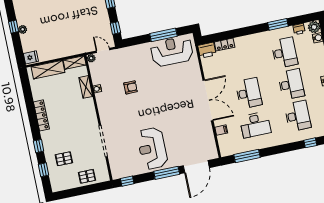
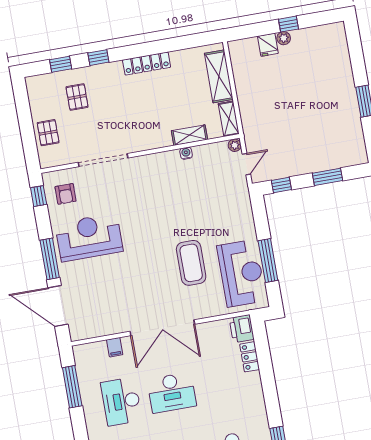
fridge: (31, 57) -> (268, 45), moved
coffee table: (166, 83) -> (191, 263), added
armchair: (131, 87) -> (66, 194), moved

